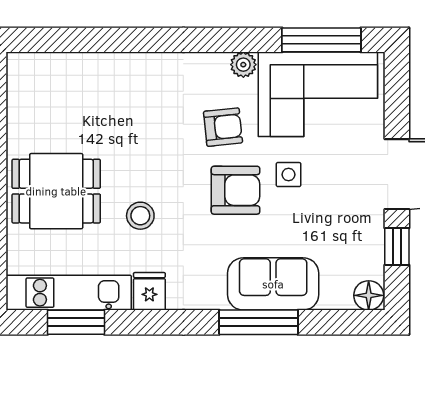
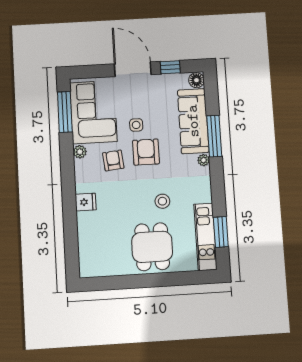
sofa: (273, 284) -> (193, 121), width x1.36
fridge: (149, 291) -> (86, 202), moved, turned 180
plant: (214, 299) -> (204, 160), added

